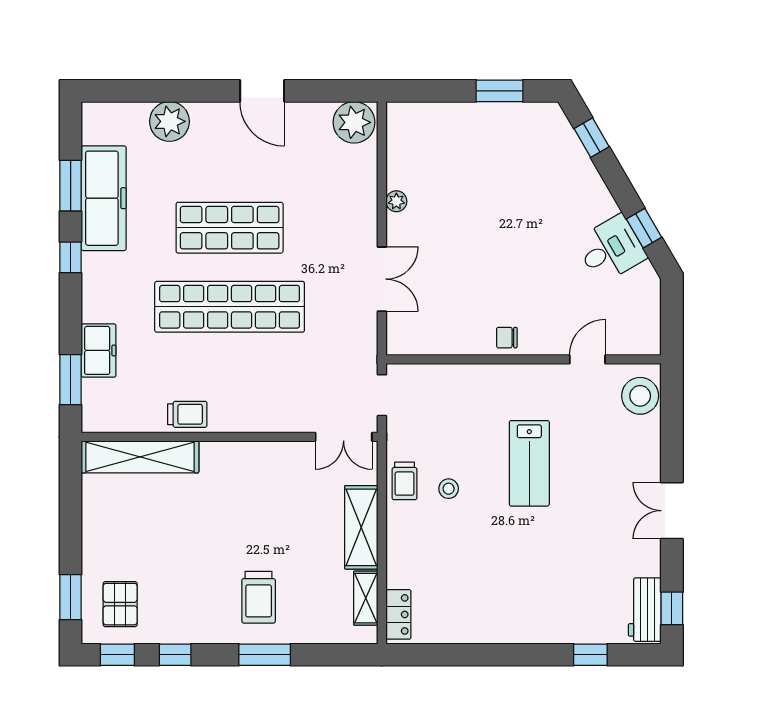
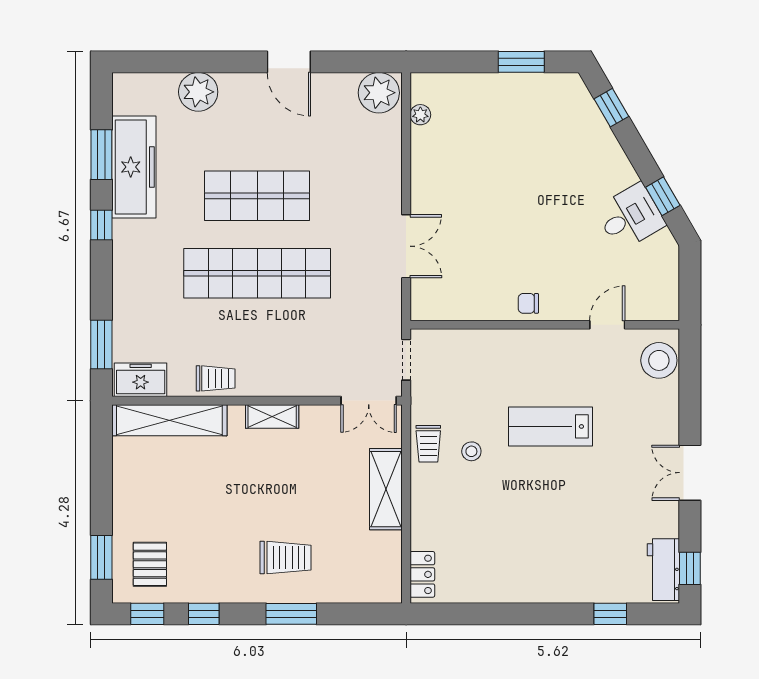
plant: (396, 201) -> (420, 115), moved
freezer: (99, 350) -> (141, 380), moved, turned -90
lab bench: (529, 463) -> (550, 426), turned 90
trolley: (259, 597) -> (285, 558), turned -90
shelving: (366, 598) -> (272, 416), moved, turned 90

